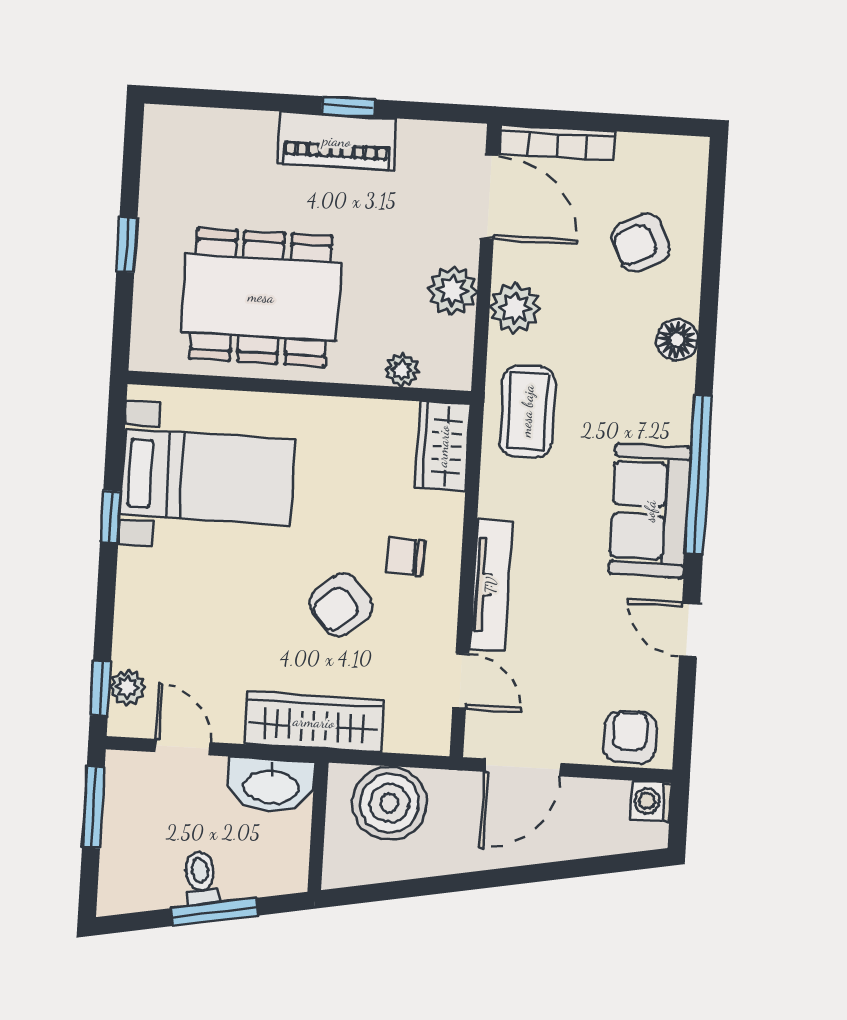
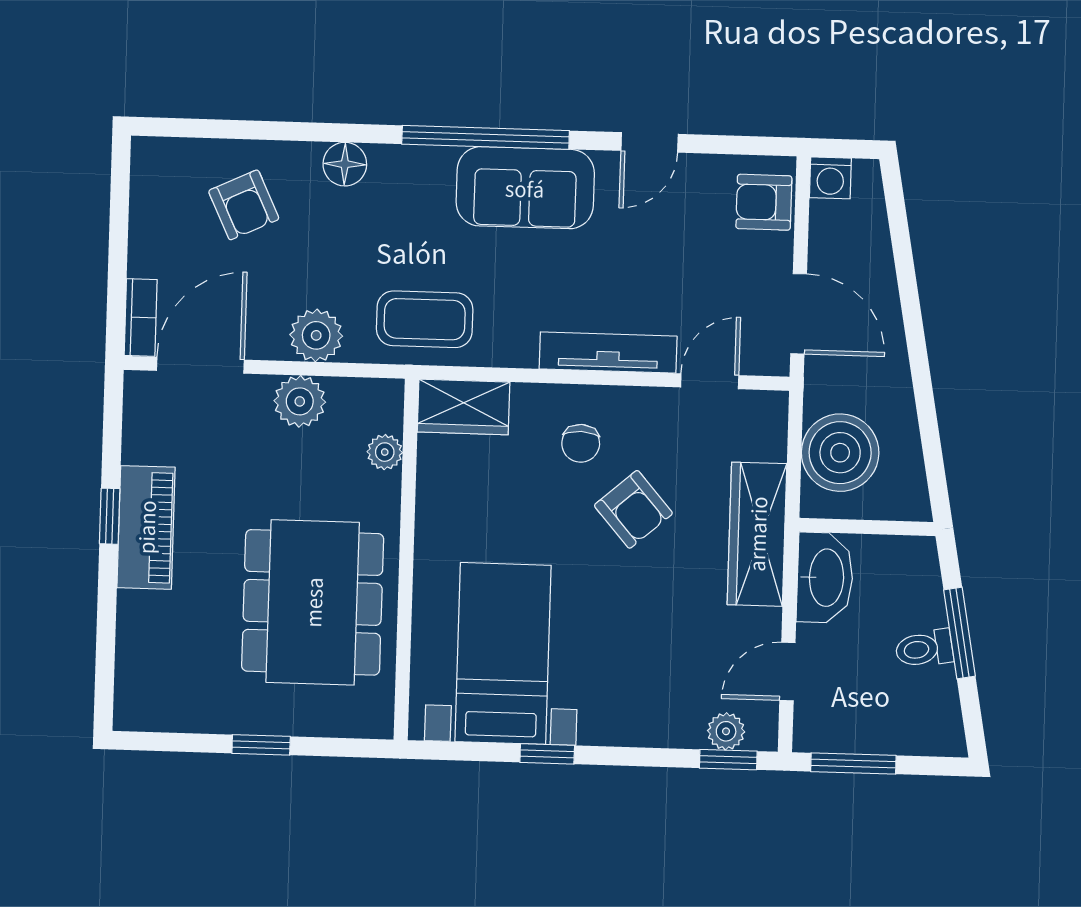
bookcase: (557, 143) -> (141, 317), width x0.64

